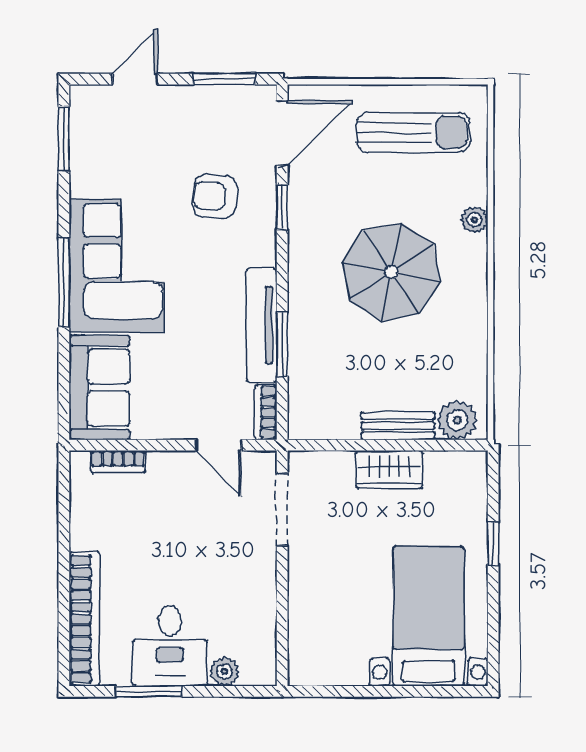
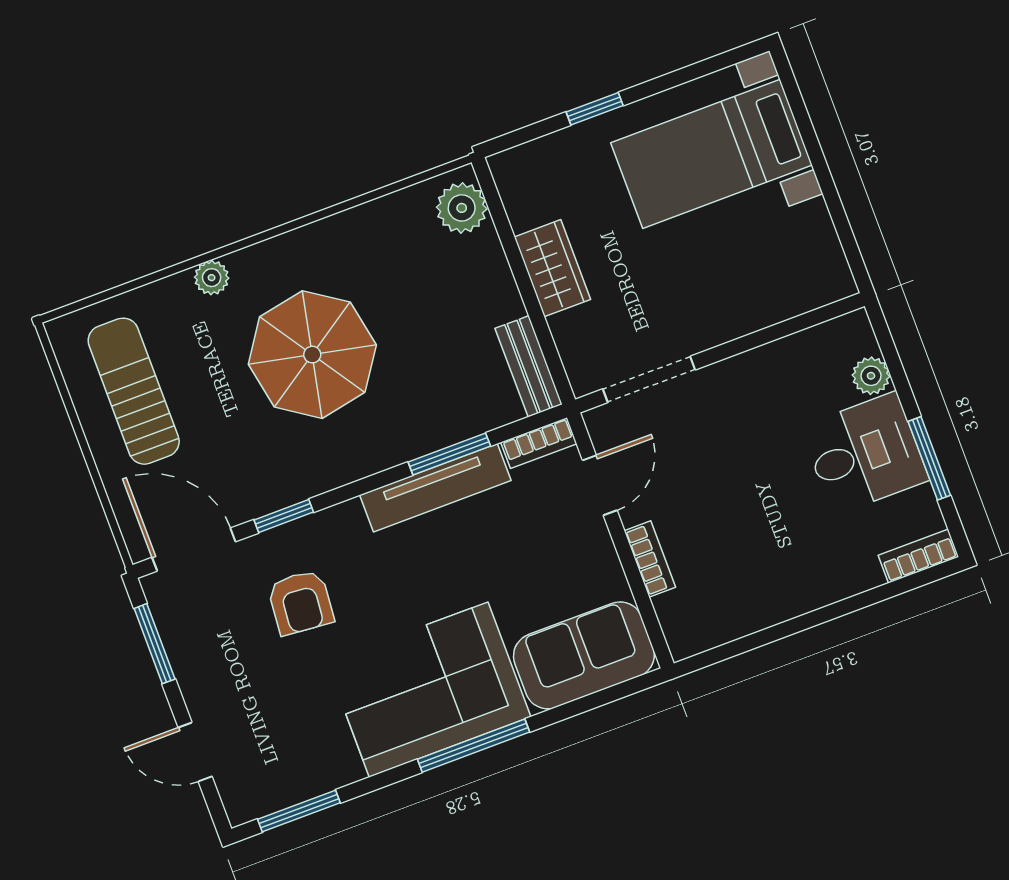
bench: (398, 426) -> (529, 366), moved
bookcase: (118, 461) -> (650, 559), moved
bookcase: (84, 619) -> (918, 556), width x0.43, depth x0.76

